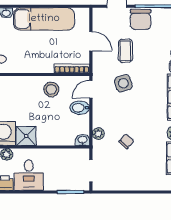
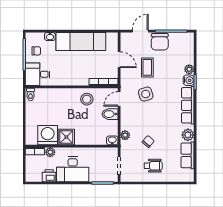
wheelchair: (133, 171) -> (153, 166), added
desk: (29, 175) -> (73, 169), width x1.37

